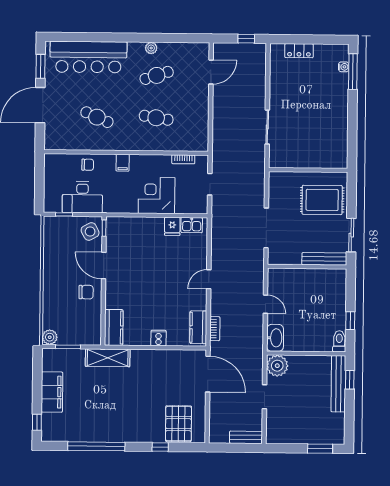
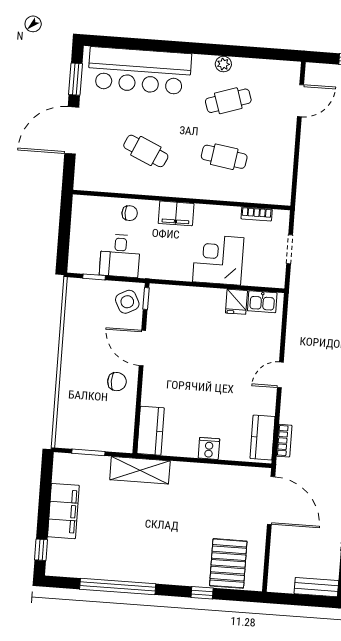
filing cabinet: (123, 163) -> (176, 213), width x2.00
desk: (82, 197) -> (120, 256), width x0.73
plant: (50, 337) -> (65, 438), removed

